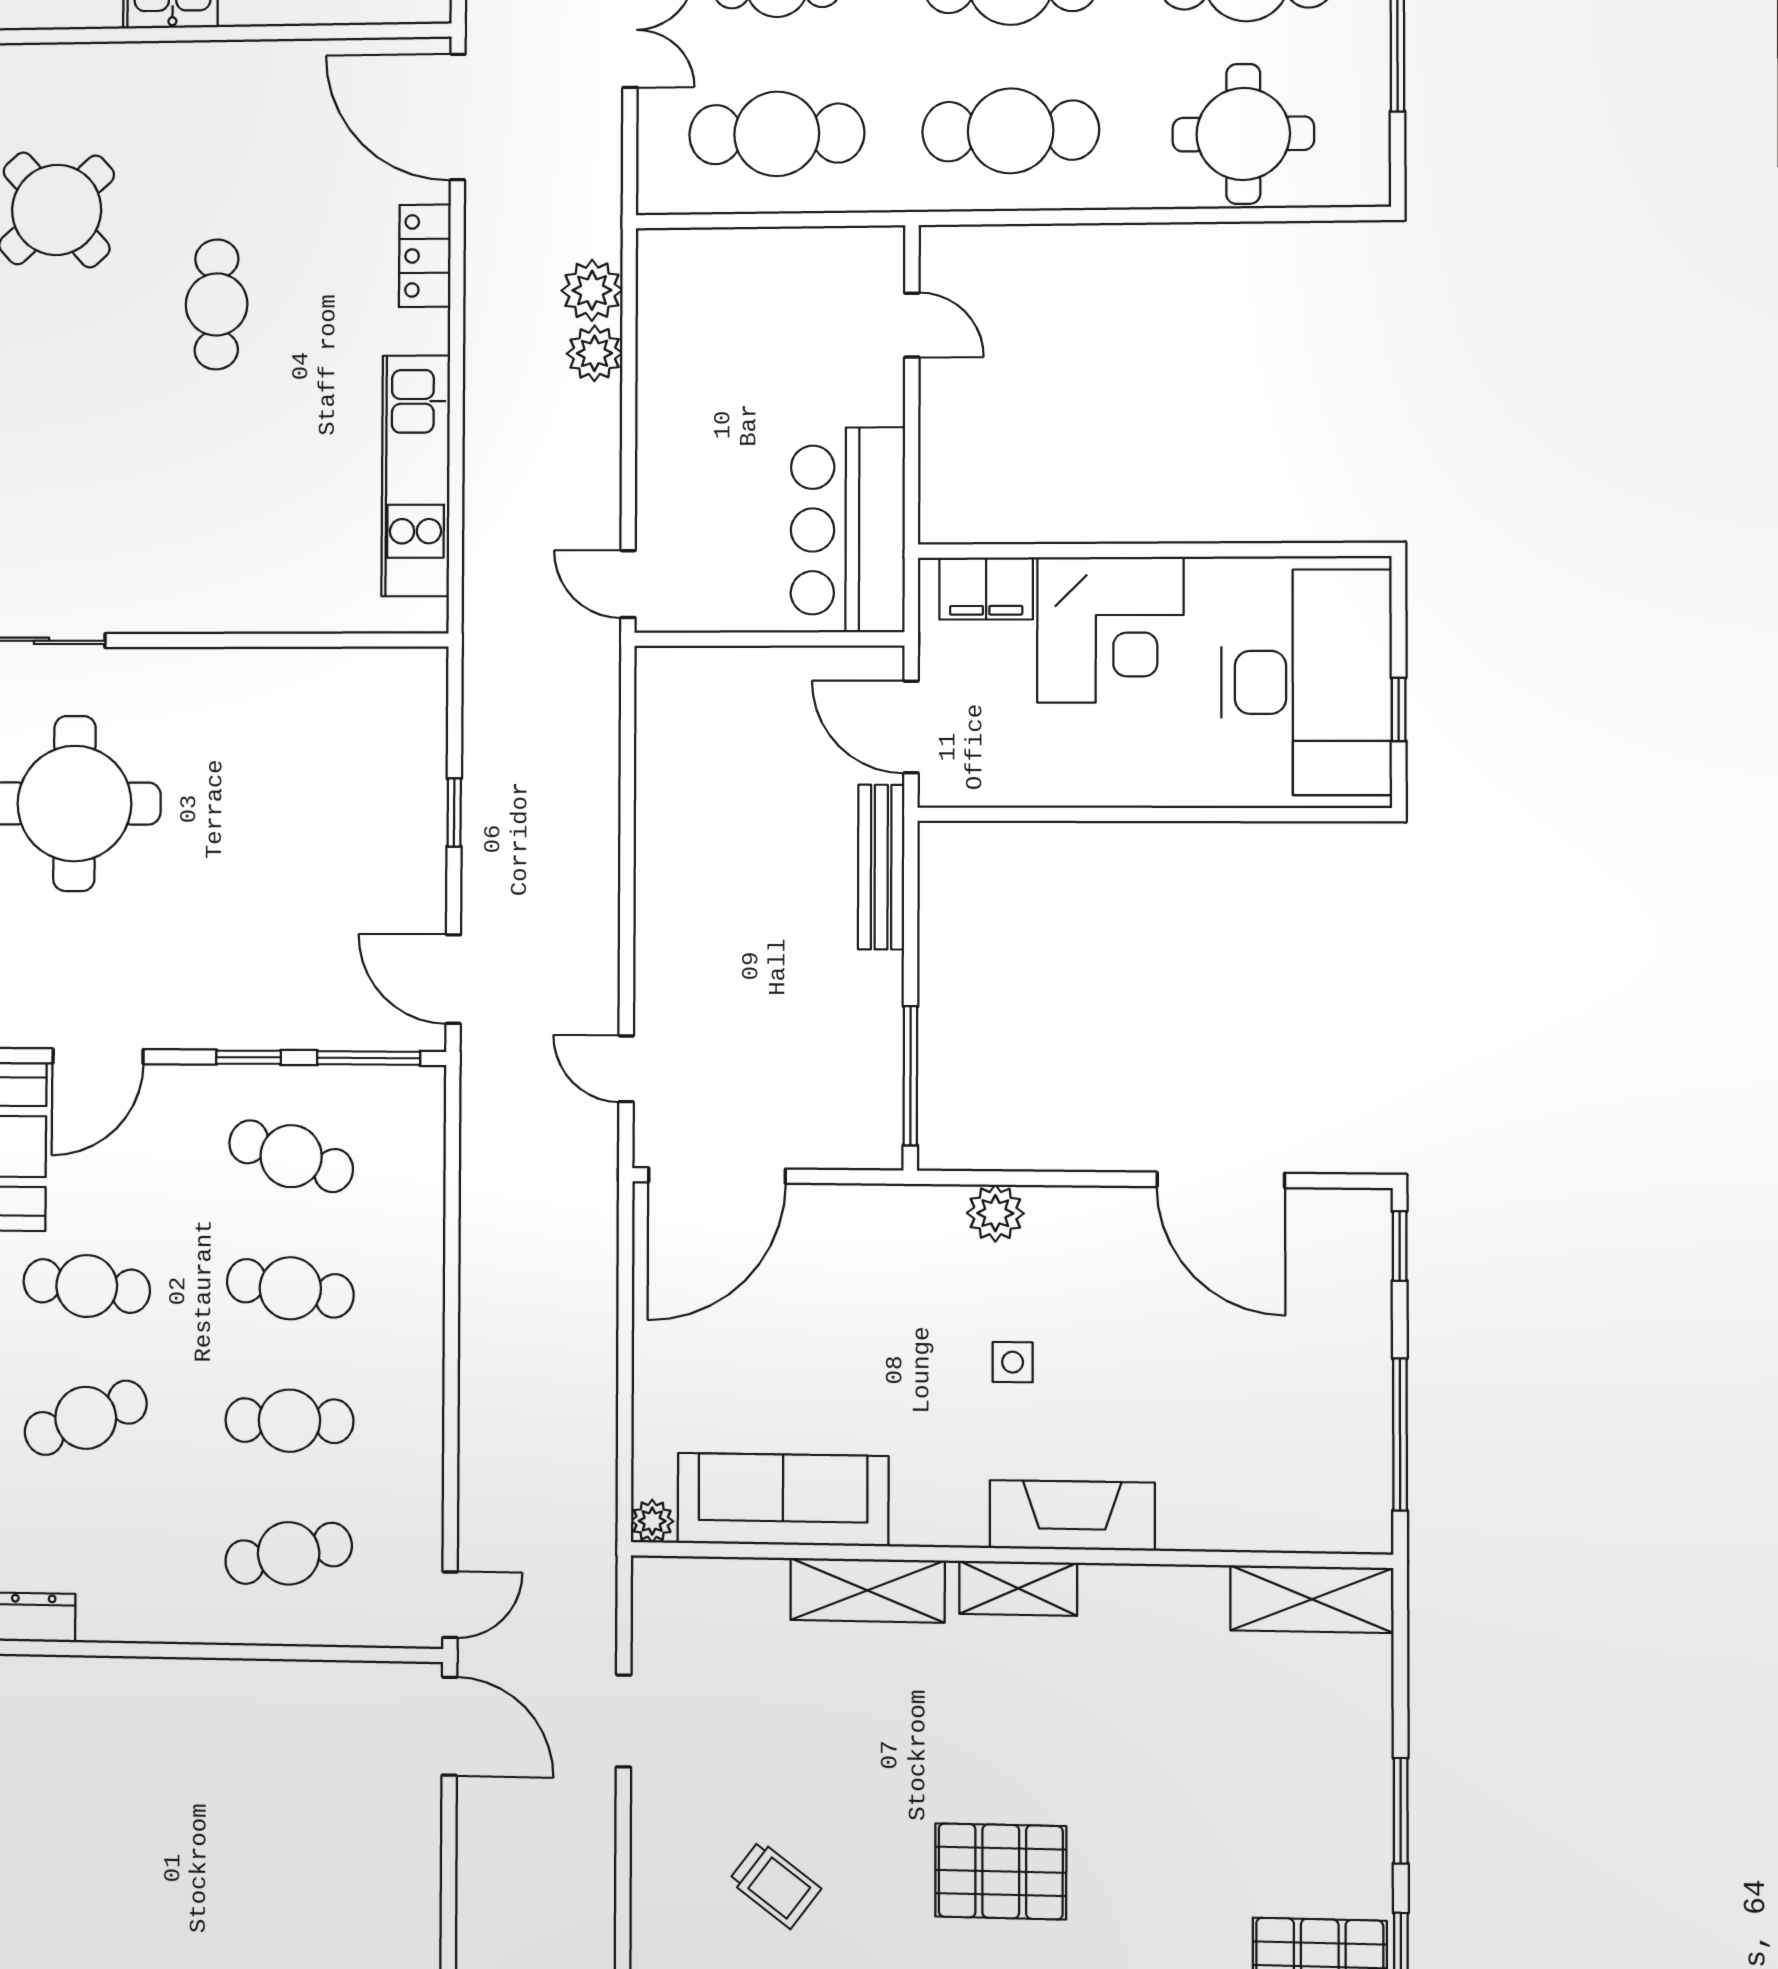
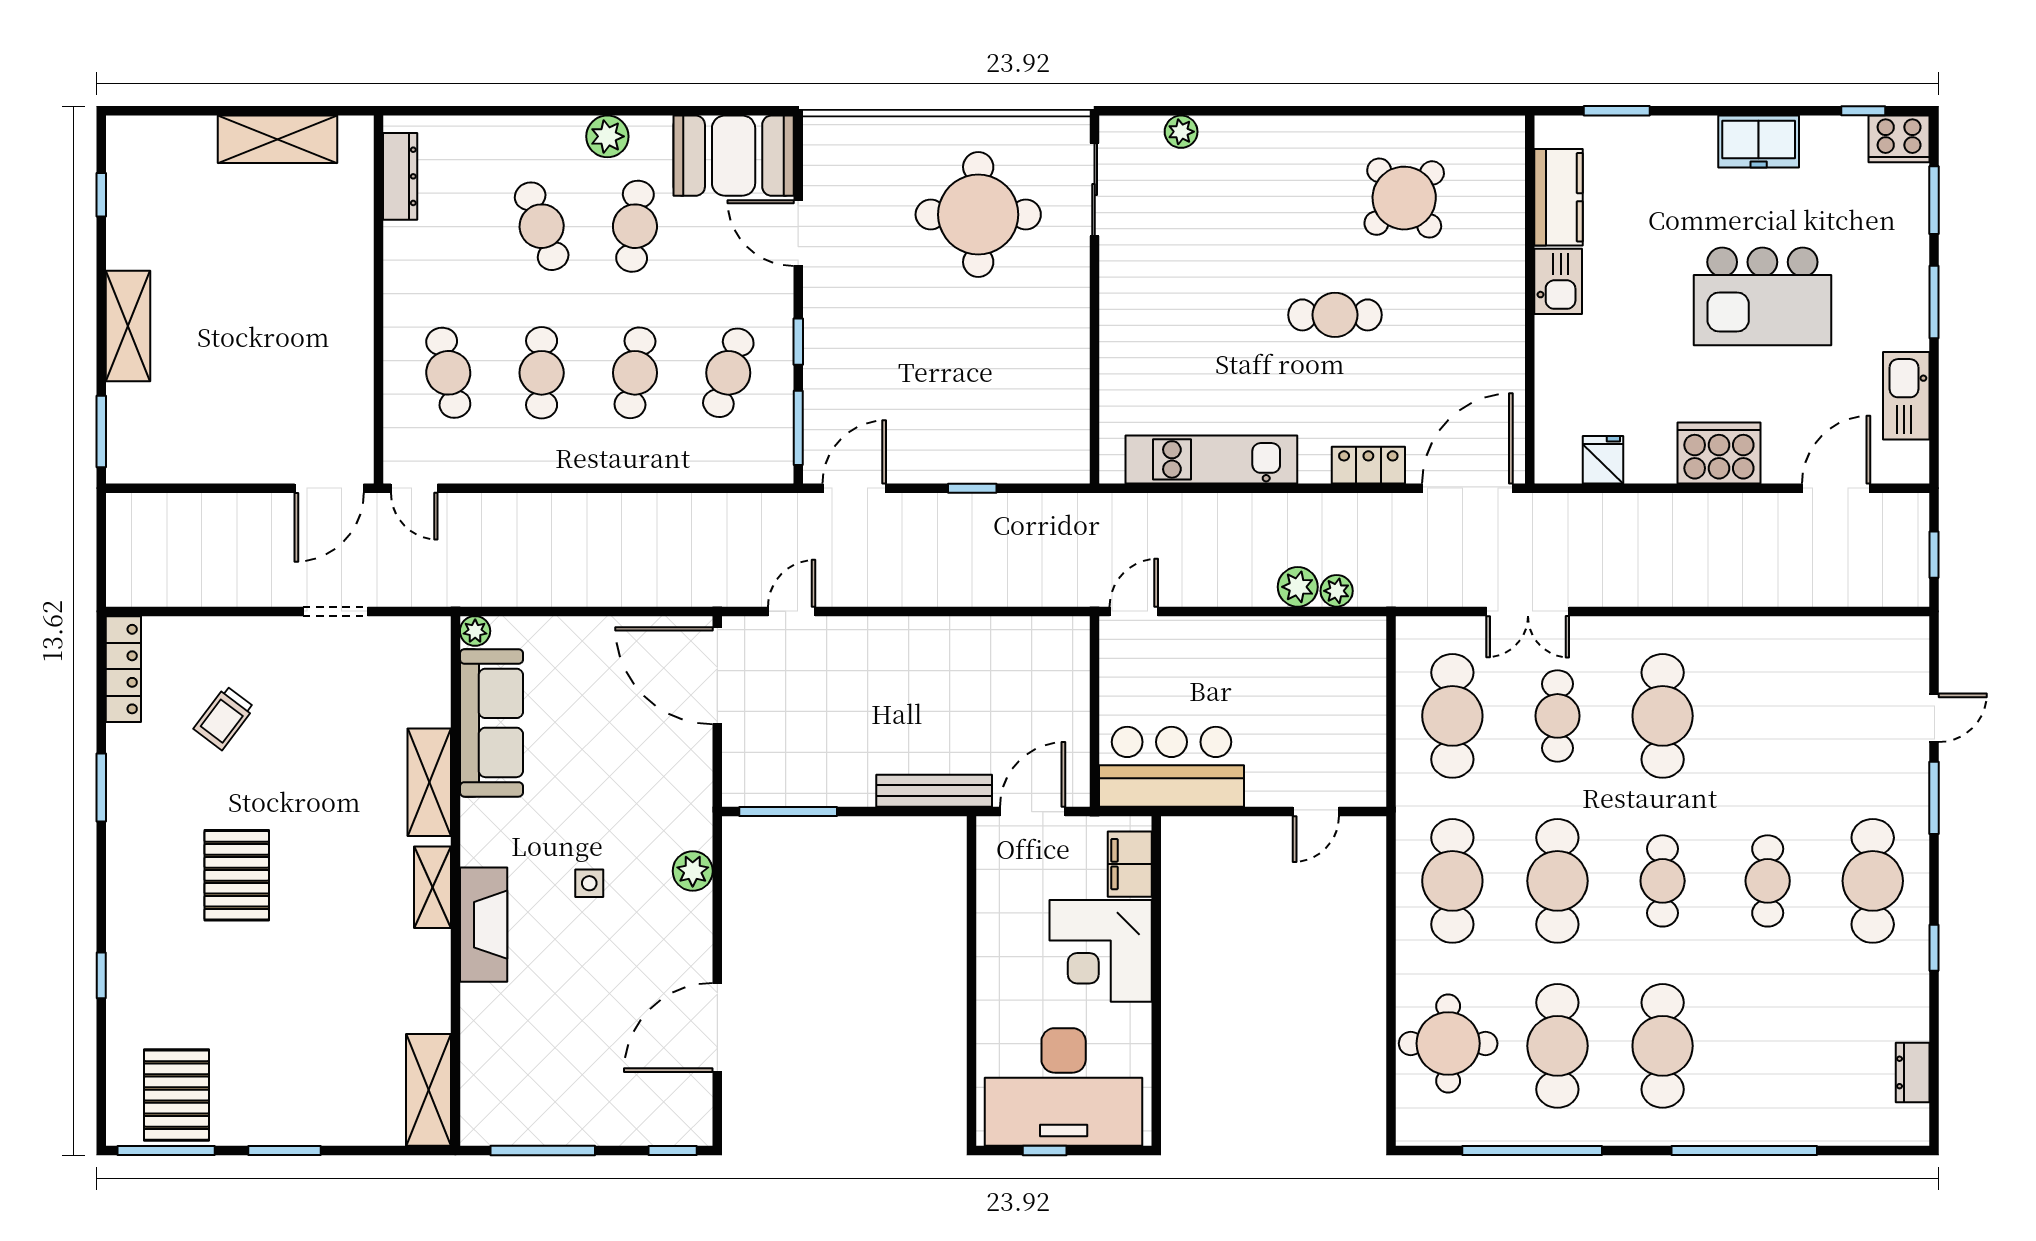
plant: (592, 290) -> (1337, 591), width x0.73, depth x0.73

